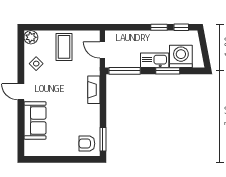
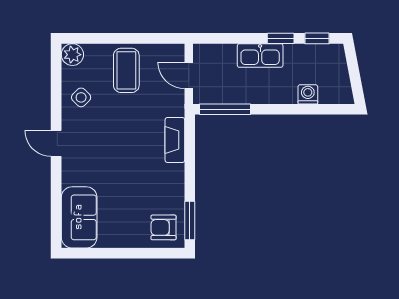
washing machine: (181, 56) -> (308, 94), width x0.53, depth x0.53
kitchen sink: (155, 60) -> (260, 56), moved, turned 180
window: (168, 71) -> (295, 109), removed
sofa: (35, 120) -> (79, 217), moved

